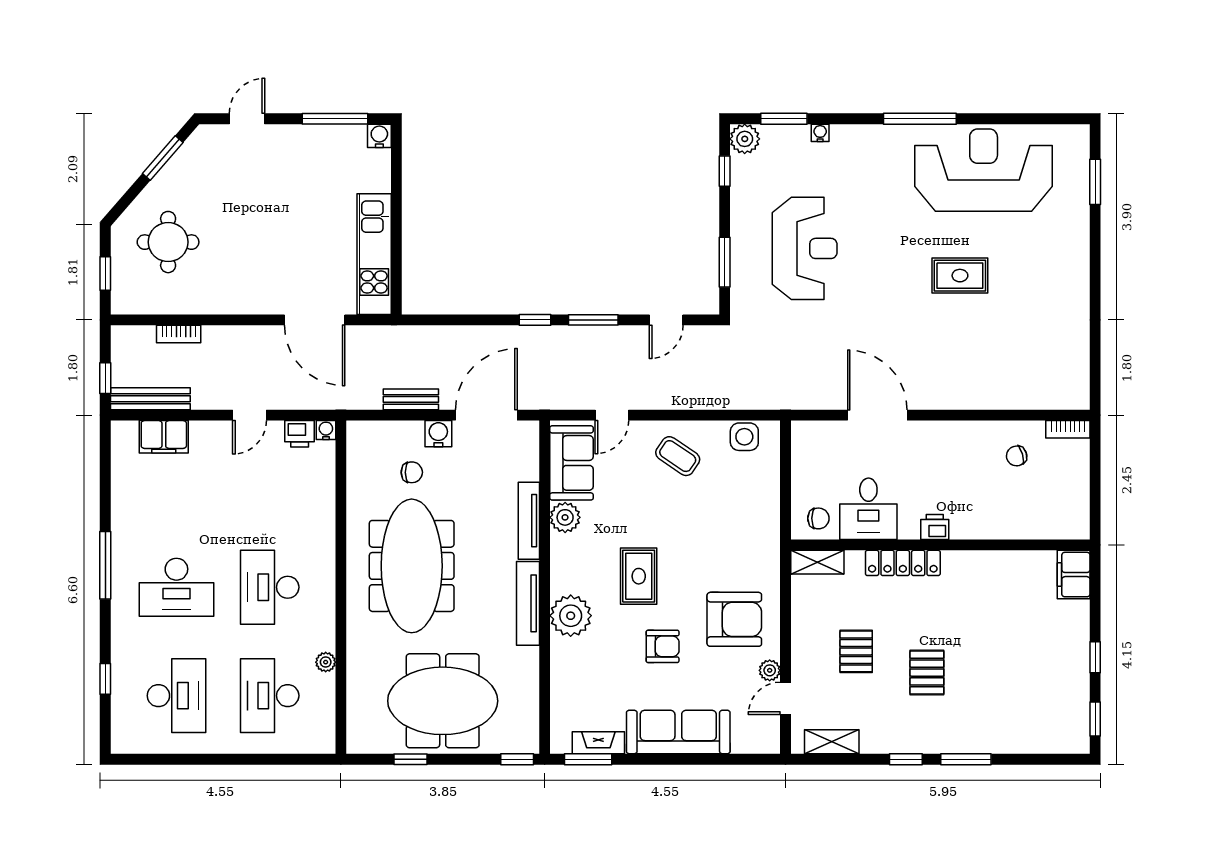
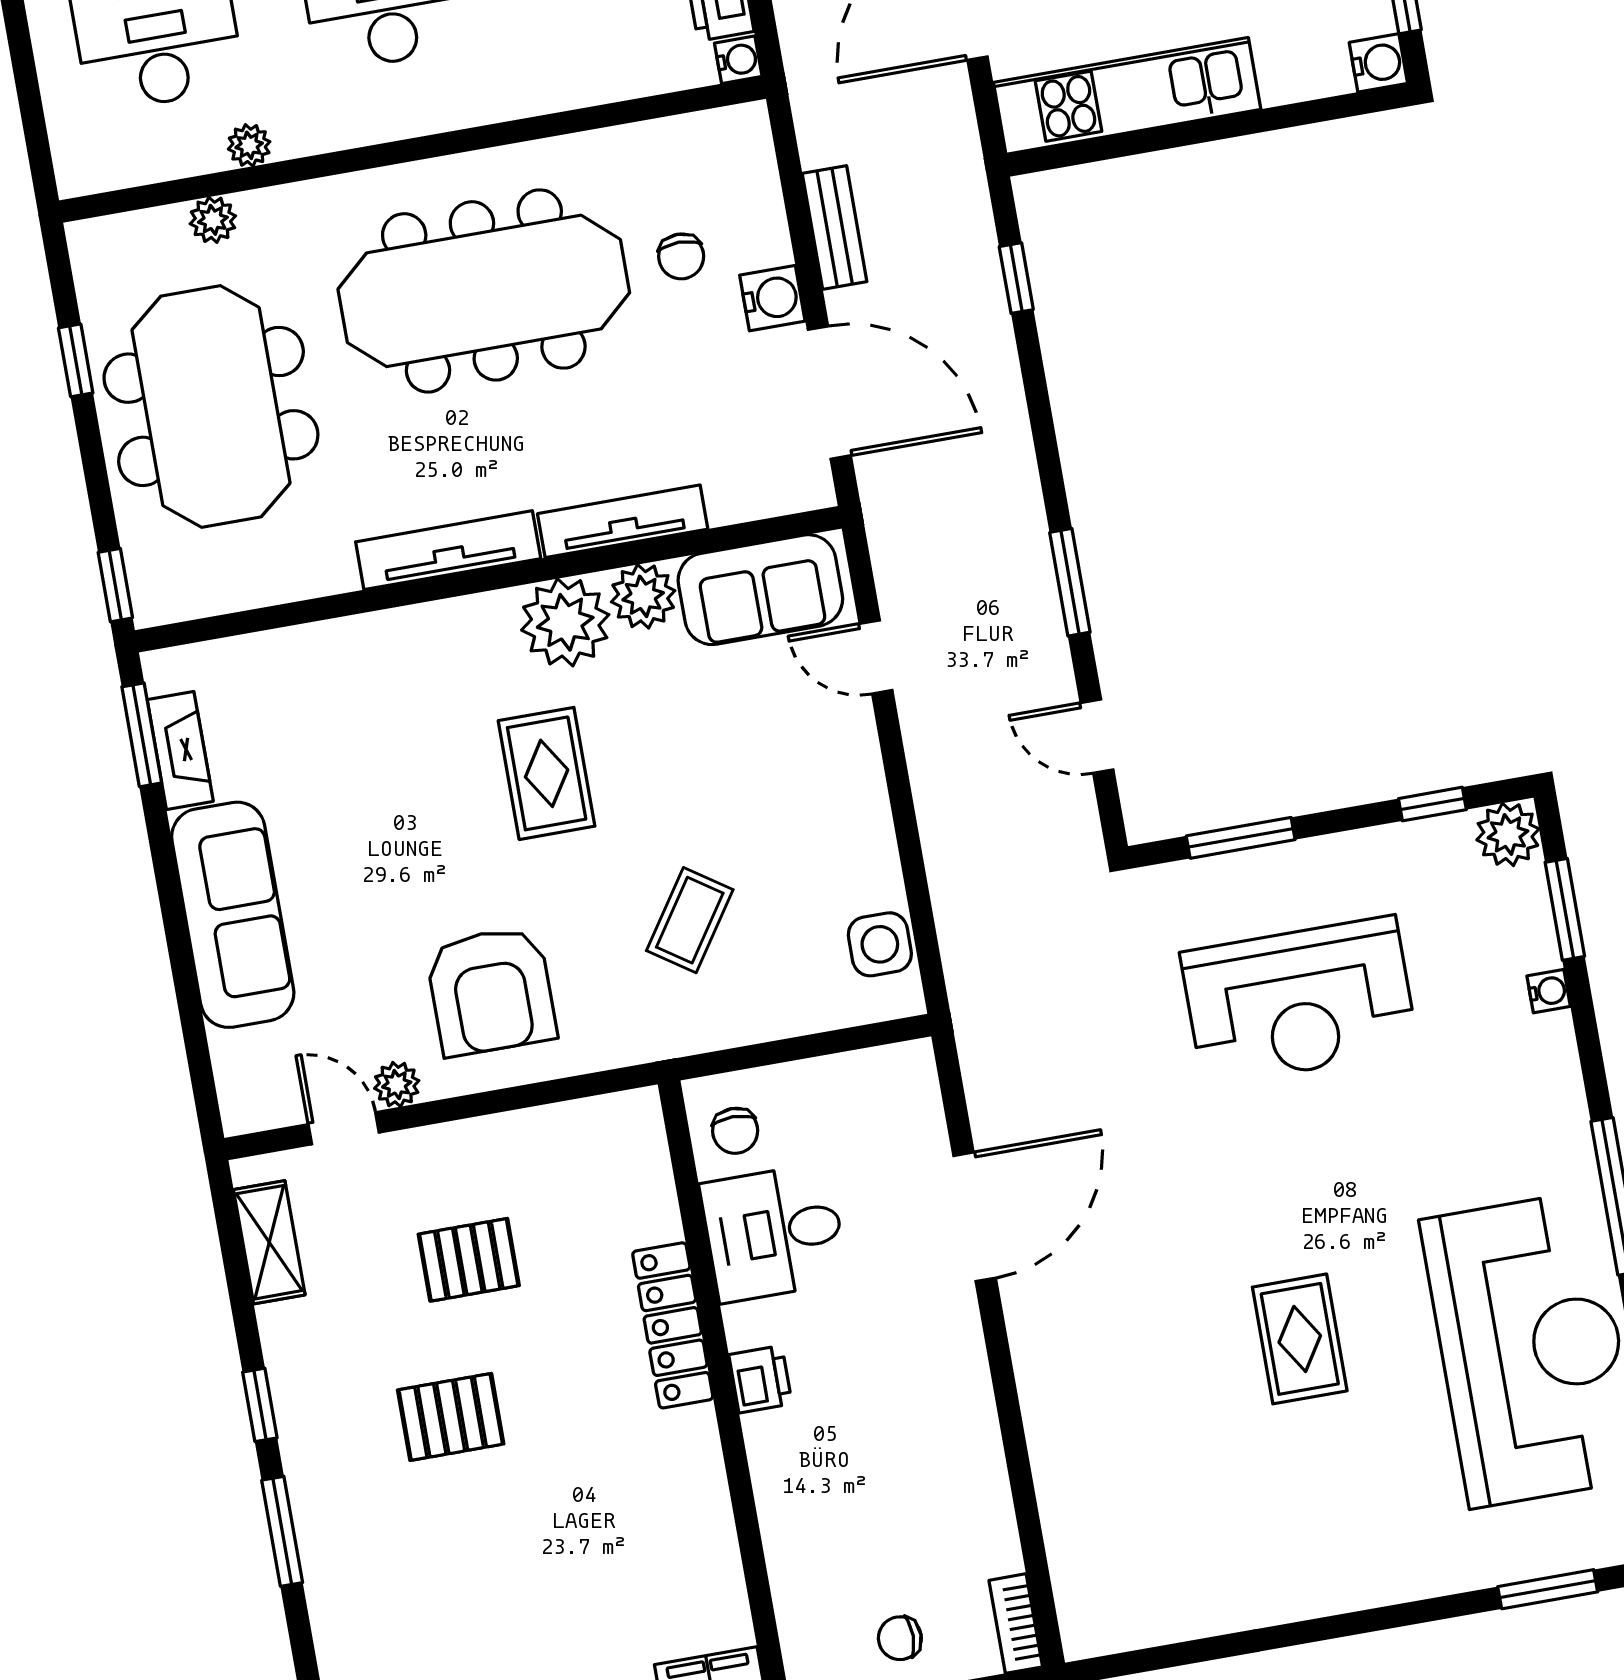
window: (535, 320) -> (1016, 278), moved
coffee table: (678, 456) -> (690, 920), moved
chair: (1017, 456) -> (900, 1638), moved, turned -74
shelving: (817, 562) -> (643, 1145), removed
rug: (639, 576) -> (547, 773), turned 90
plant: (571, 616) -> (565, 622), moved
armchair: (663, 646) -> (407, 850), removed
plant: (357, 685) -> (213, 220), added

